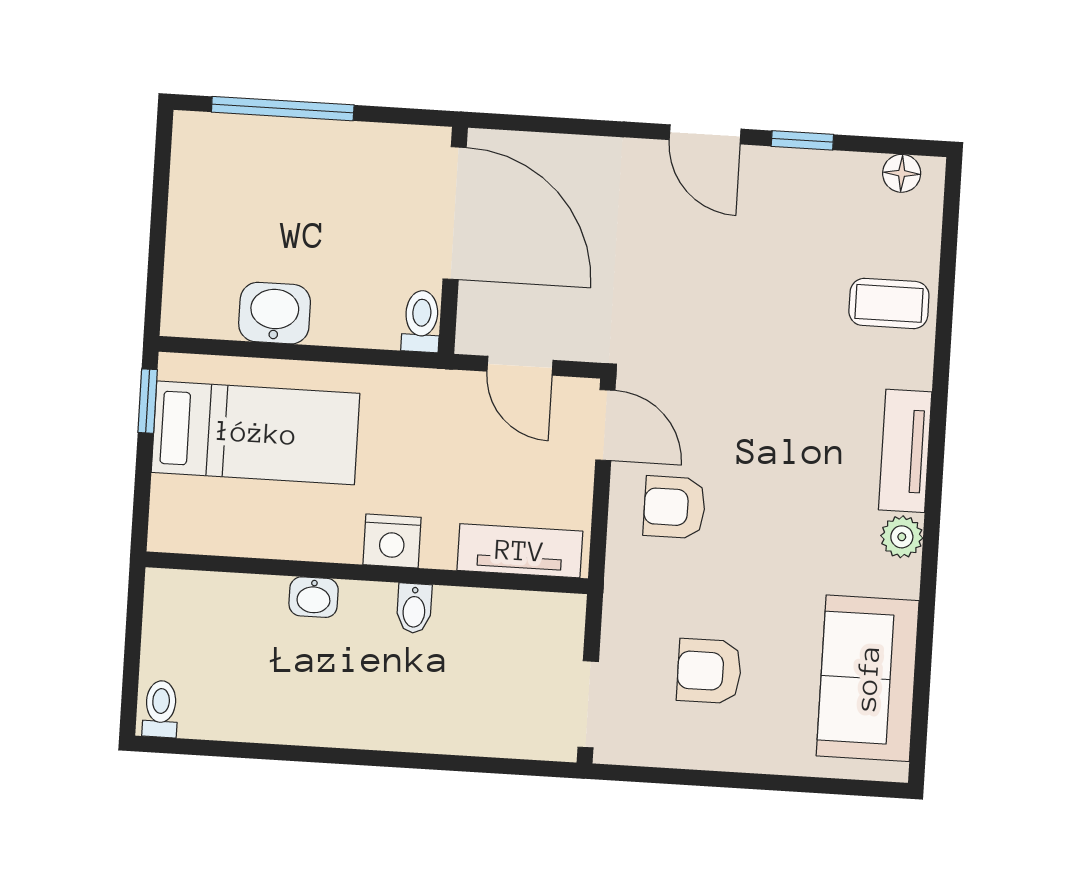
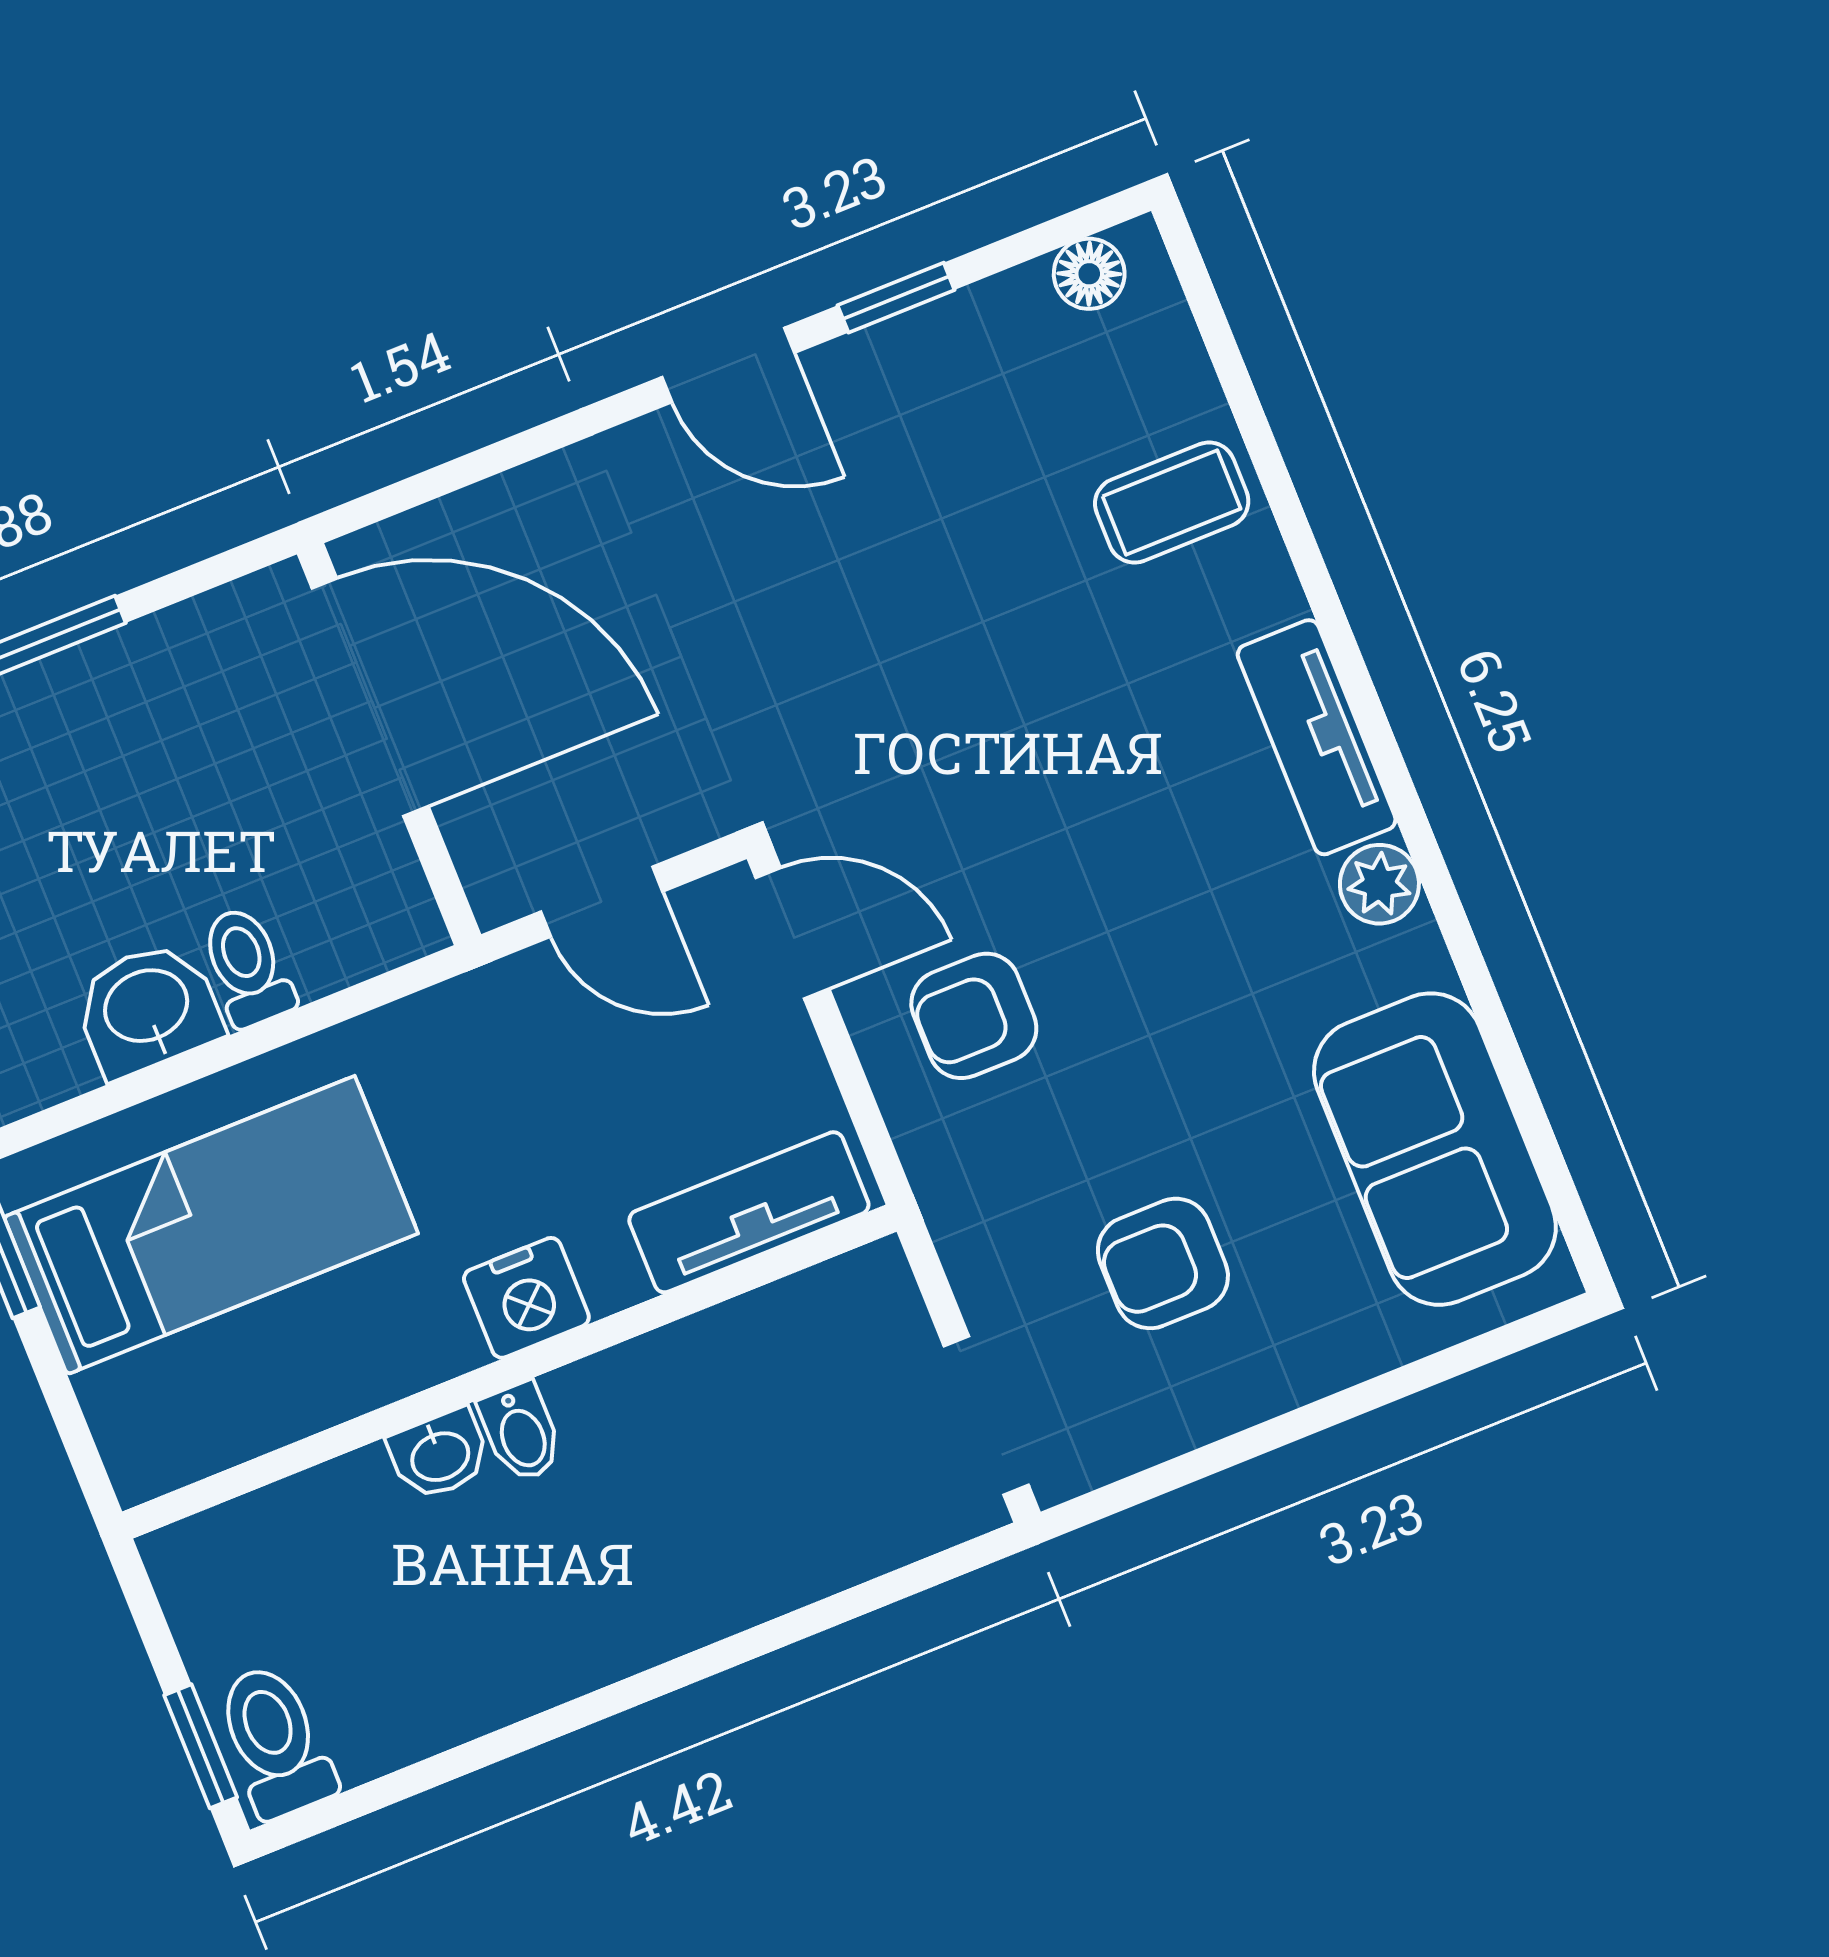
toilet: (421, 321) -> (247, 967), moved
bidet: (414, 608) -> (521, 1432), moved
window: (130, 684) -> (201, 1746), added
toilet: (161, 709) -> (275, 1741), width x1.37, depth x1.39

